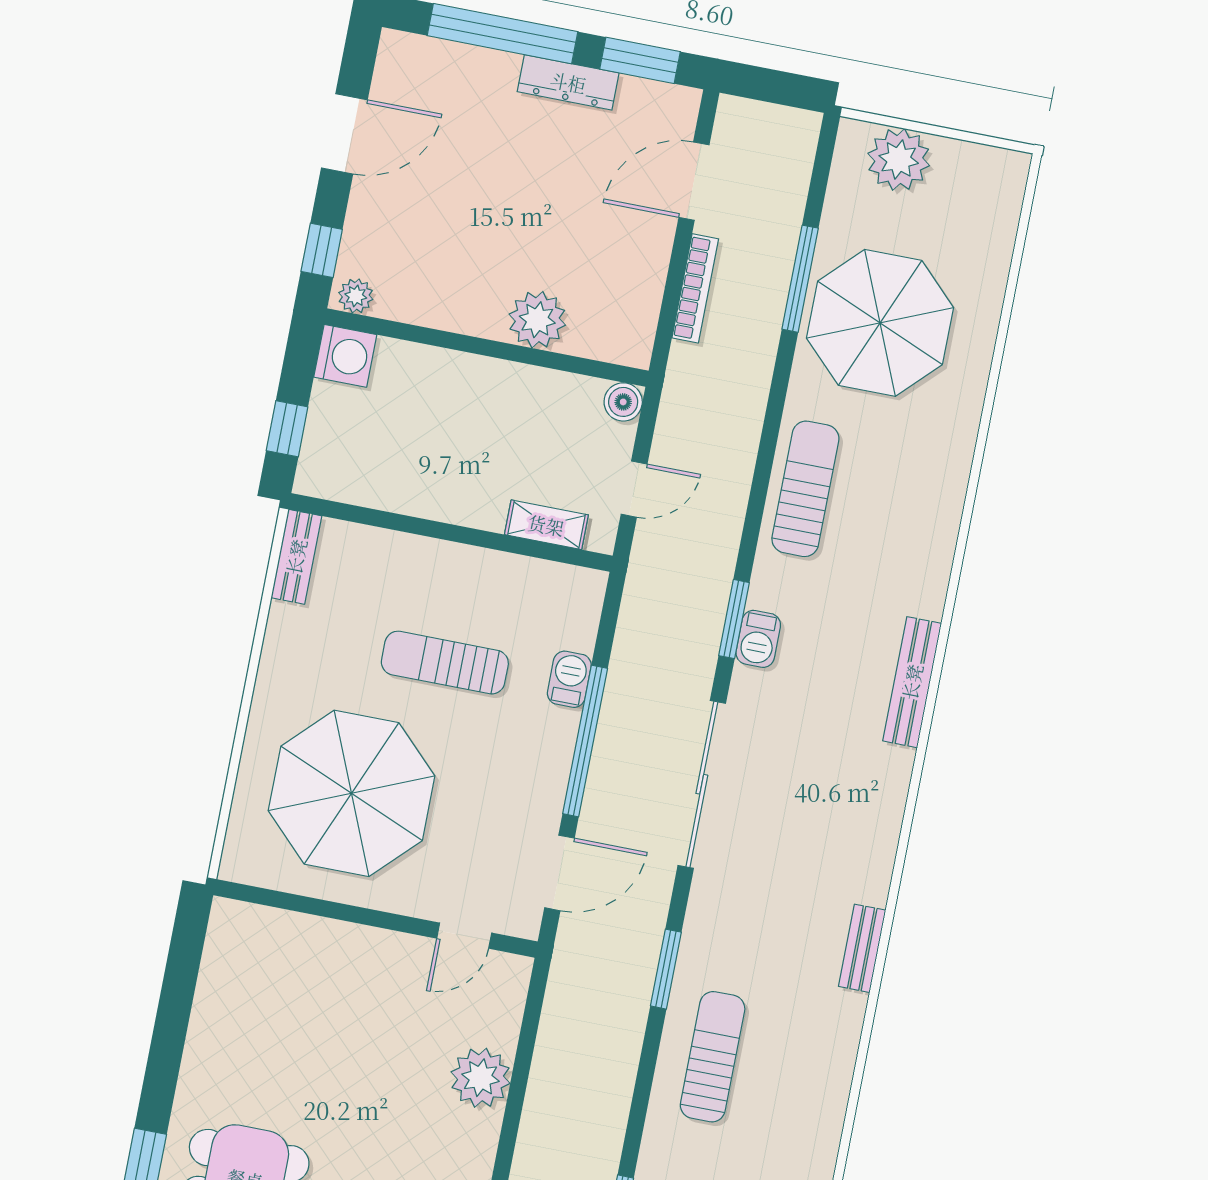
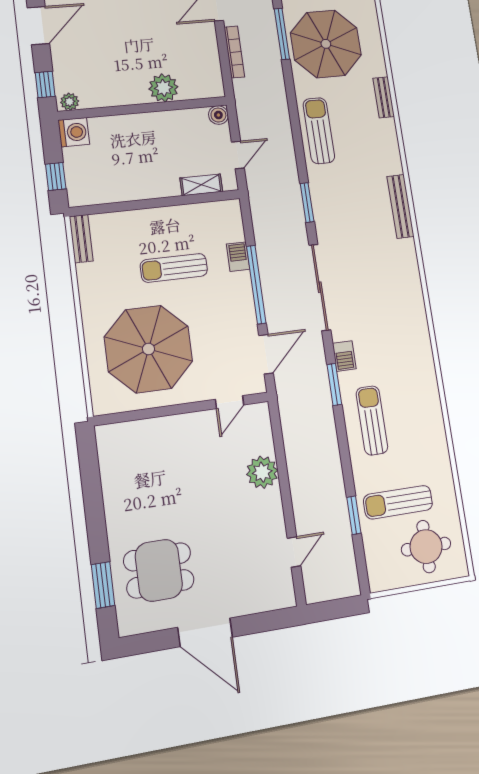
barbecue: (758, 639) -> (344, 356), moved
bench: (862, 948) -> (384, 97), moved

